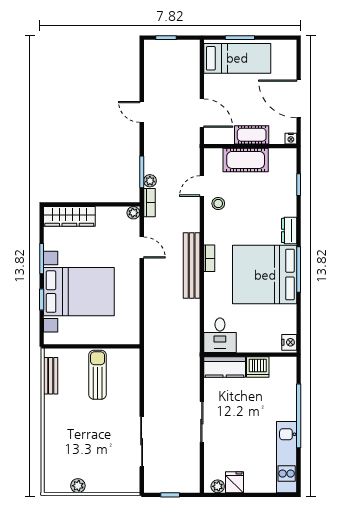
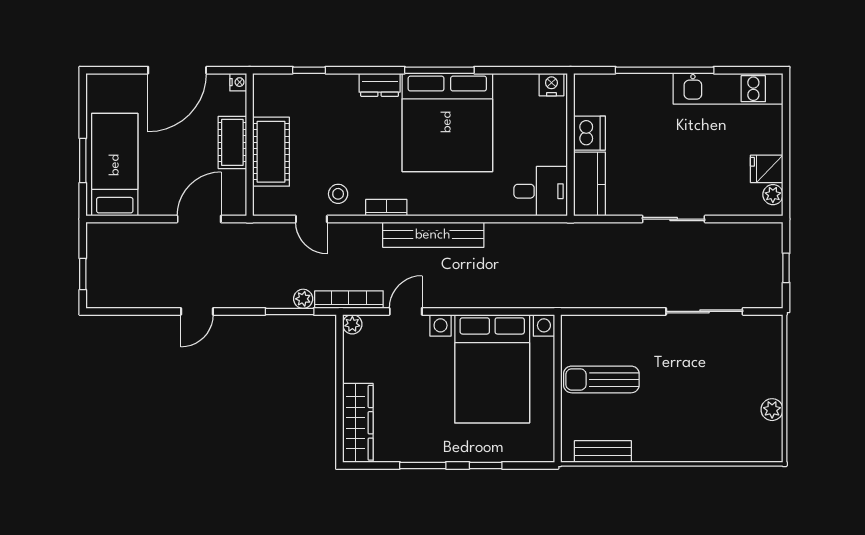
bookcase: (149, 203) -> (349, 300), width x1.56
bookcase: (209, 258) -> (386, 208), moved
bed with nightstands: (79, 292) -> (492, 369), moved, turned 180

